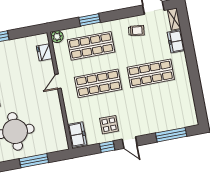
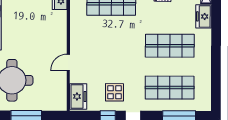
door: (58, 81) -> (68, 62), moved
shop shelf: (98, 83) -> (170, 88), moved

